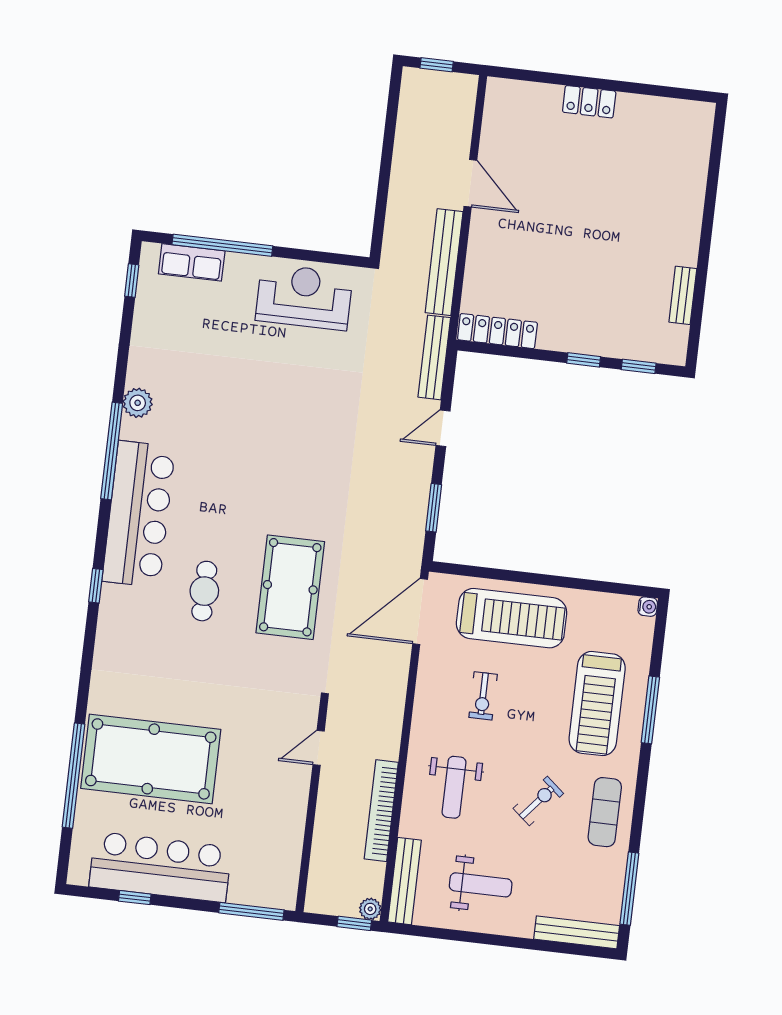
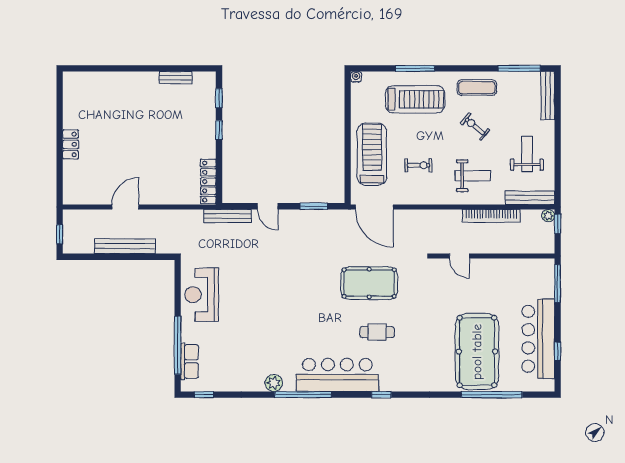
bench: (444, 262) -> (125, 246), moved

